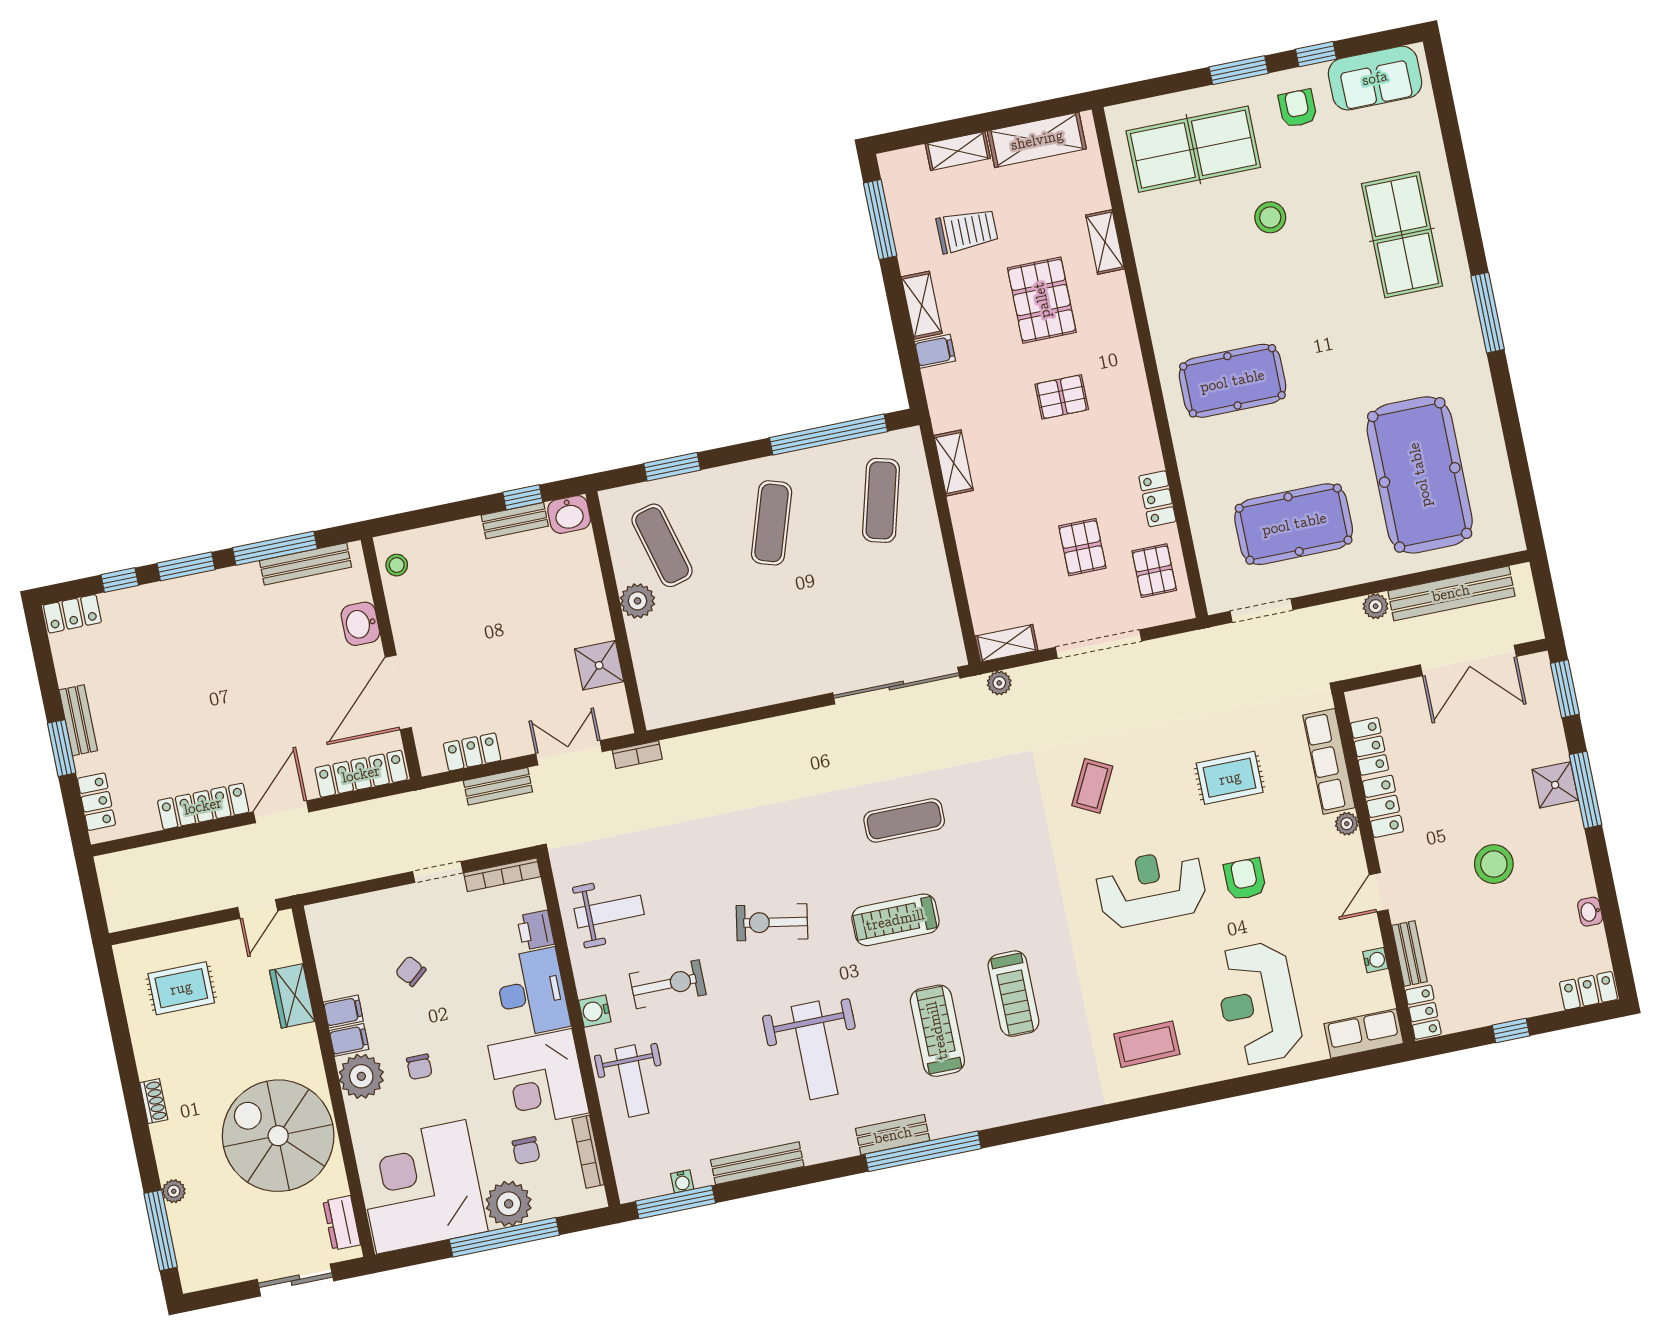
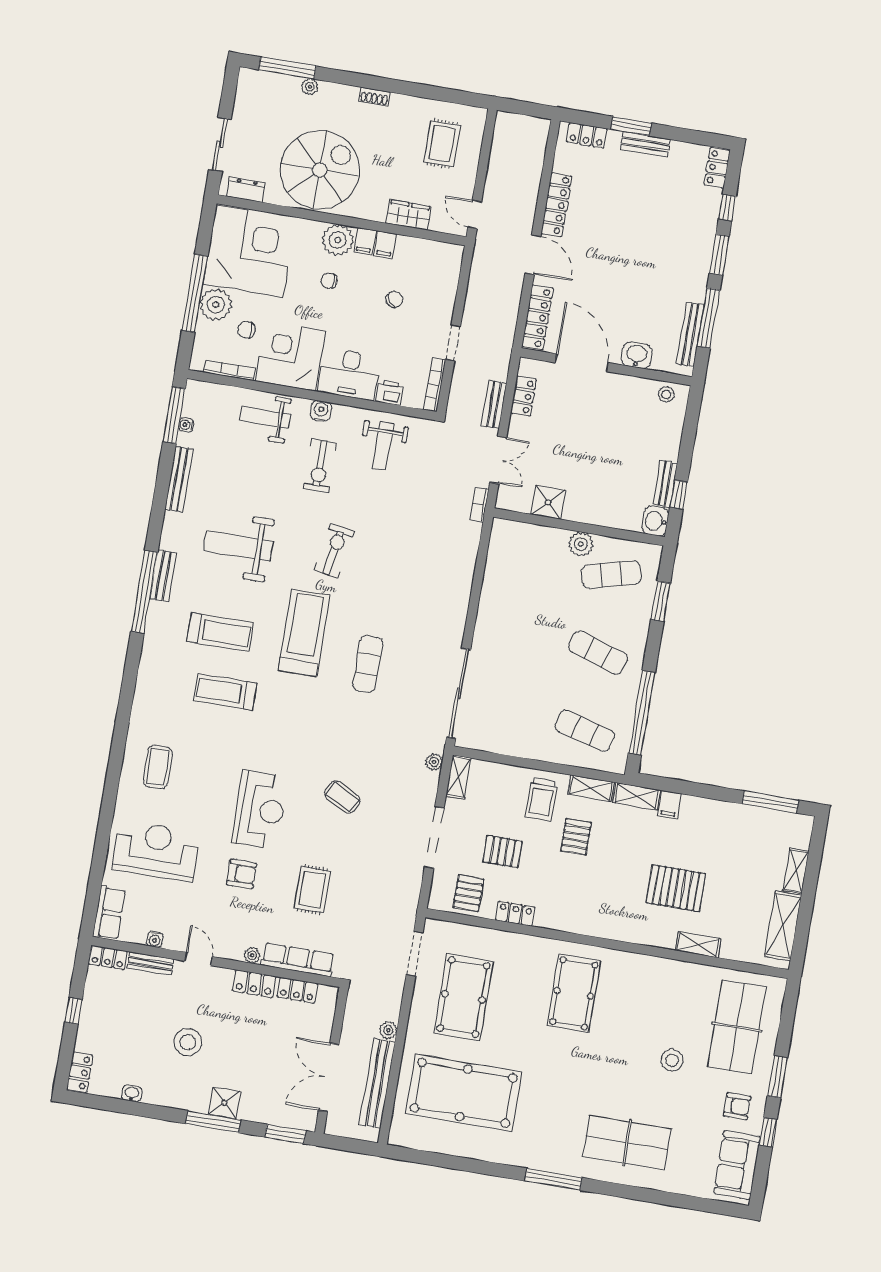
trolley: (967, 231) -> (541, 799), moved
shelving: (922, 305) -> (636, 796), moved
pallet: (1062, 397) -> (576, 837), moved
pallet: (1154, 571) -> (469, 893), turned 90
treadmill: (895, 920) -> (304, 633), width x1.37, depth x1.38

